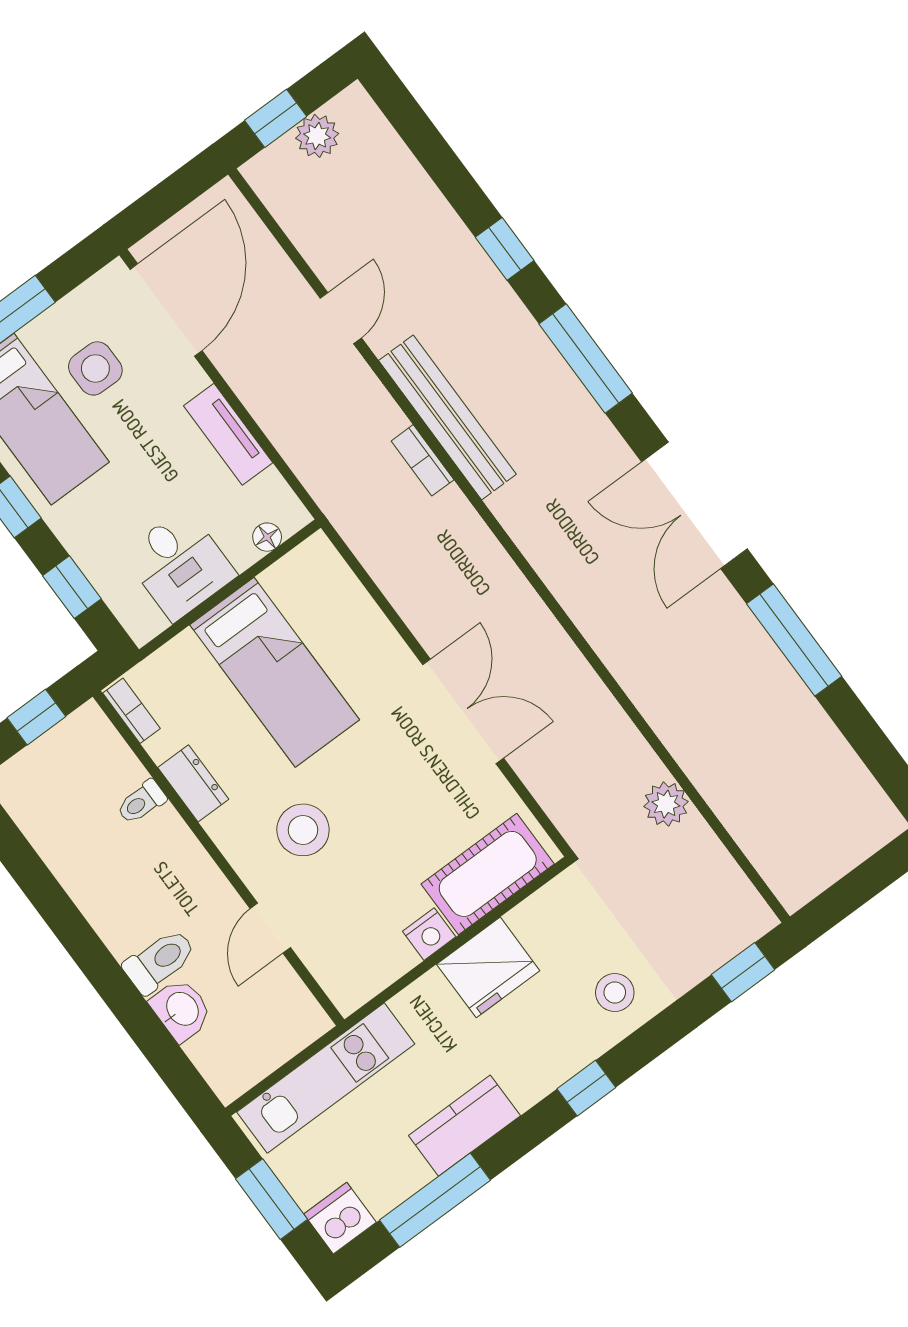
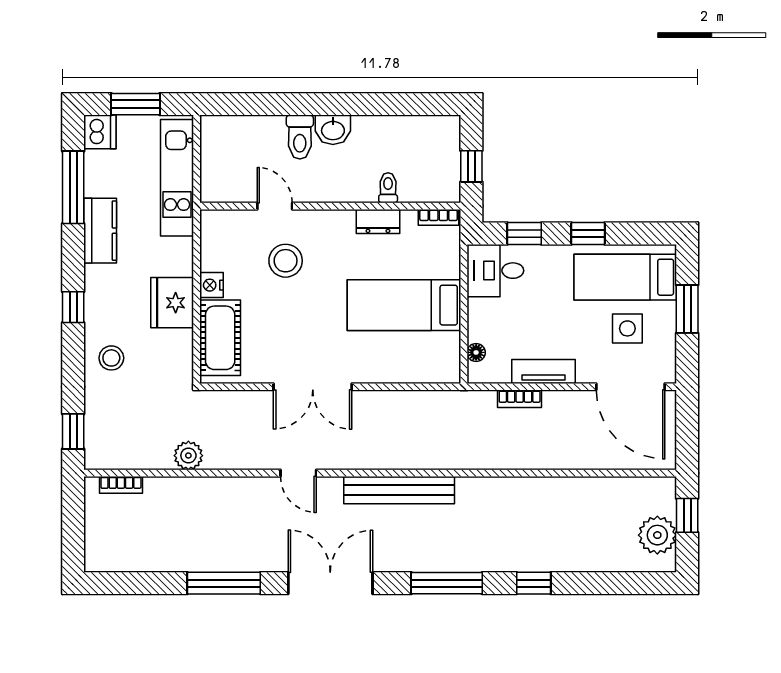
plant: (317, 136) -> (657, 535), width x1.36, depth x1.36
door: (341, 318) -> (298, 473), moved
bench: (447, 417) -> (399, 490), moved
bookcase: (423, 460) -> (520, 399), moved, turned 180
desk: (179, 564) -> (495, 271), moved
stool: (303, 830) -> (286, 261), moved
bookcase: (766, 862) -> (121, 485), added
washbasin: (181, 1010) -> (333, 130), moved

